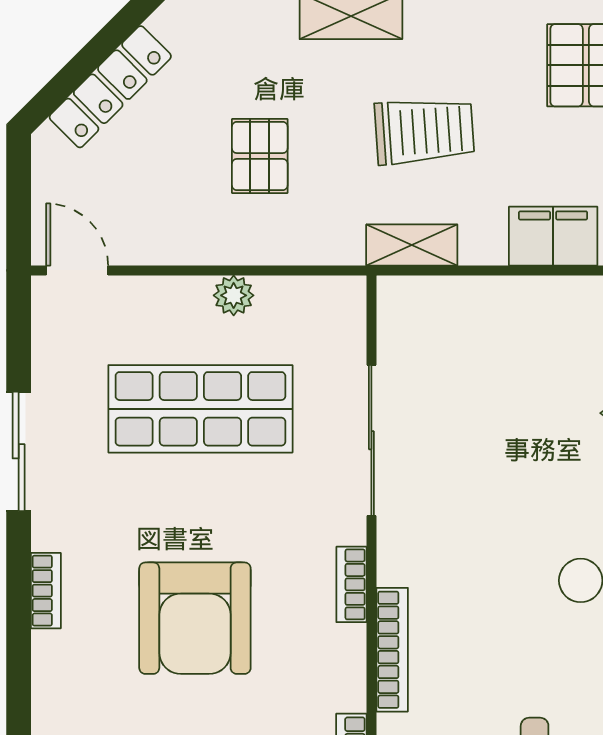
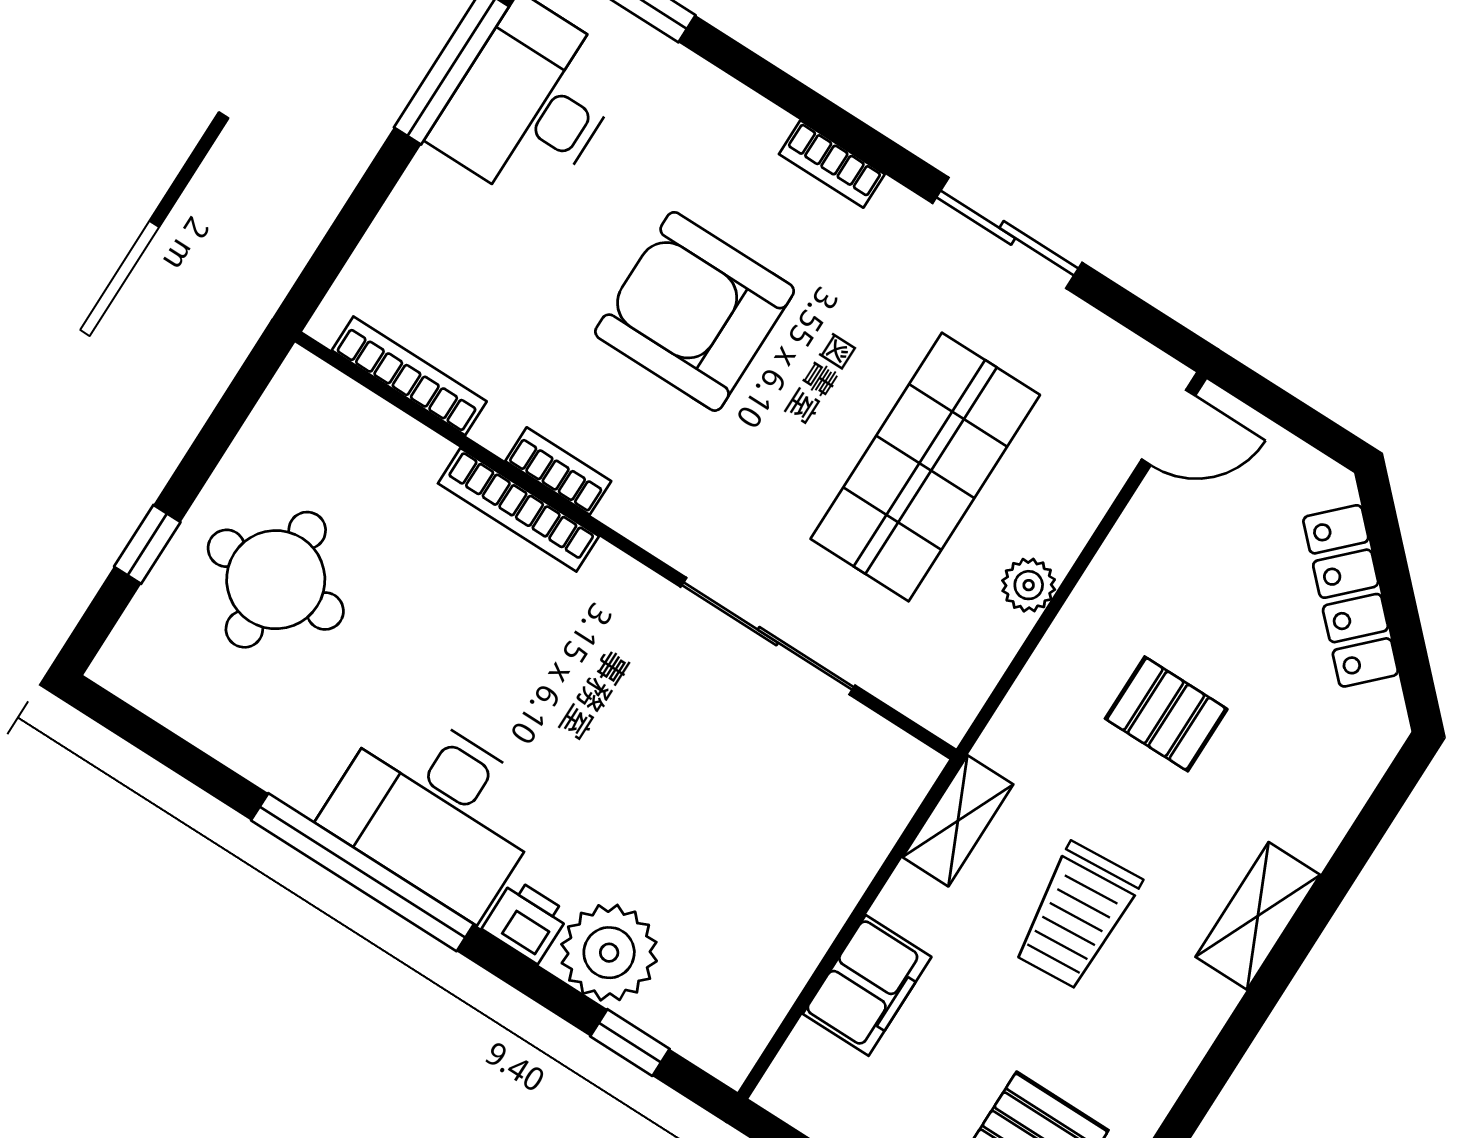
bookcase: (351, 584) -> (558, 471), moved

